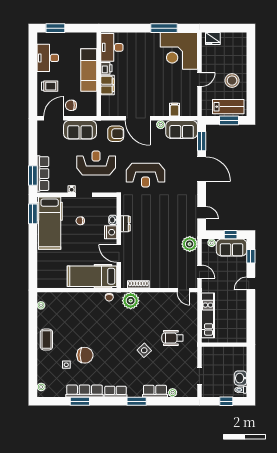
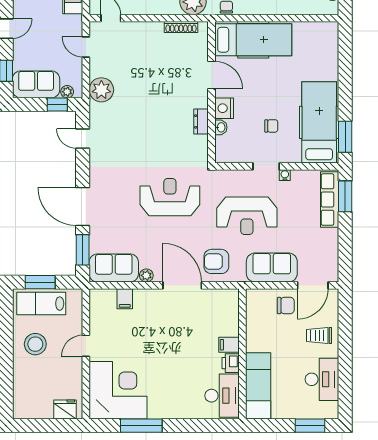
exam couch: (89, 70) -> (258, 386), moved
filing cabinet: (107, 85) -> (229, 345), width x0.50
window: (231, 235) -> (57, 104), moved

